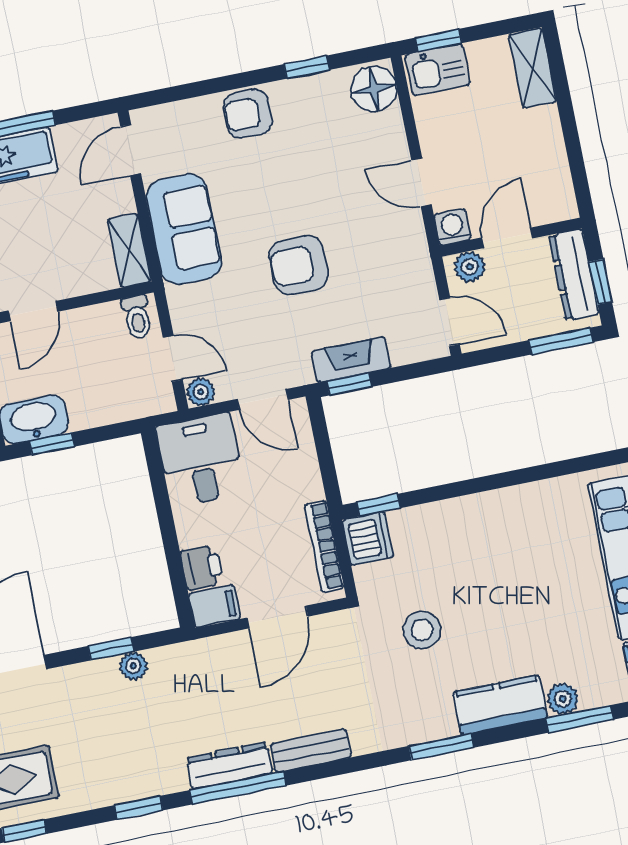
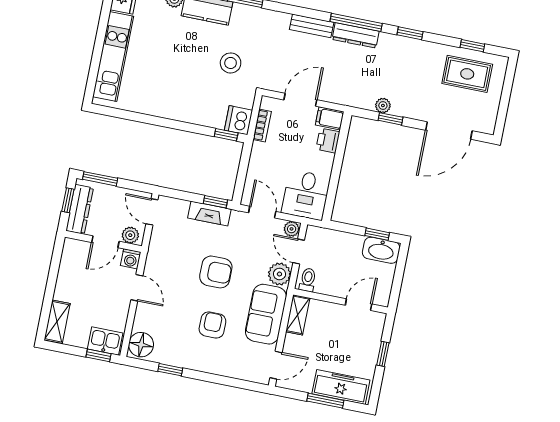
armchair: (248, 114) -> (212, 325), moved, turned -90
plant: (189, 307) -> (279, 274), added
bookcase: (324, 546) -> (262, 125), width x0.64

